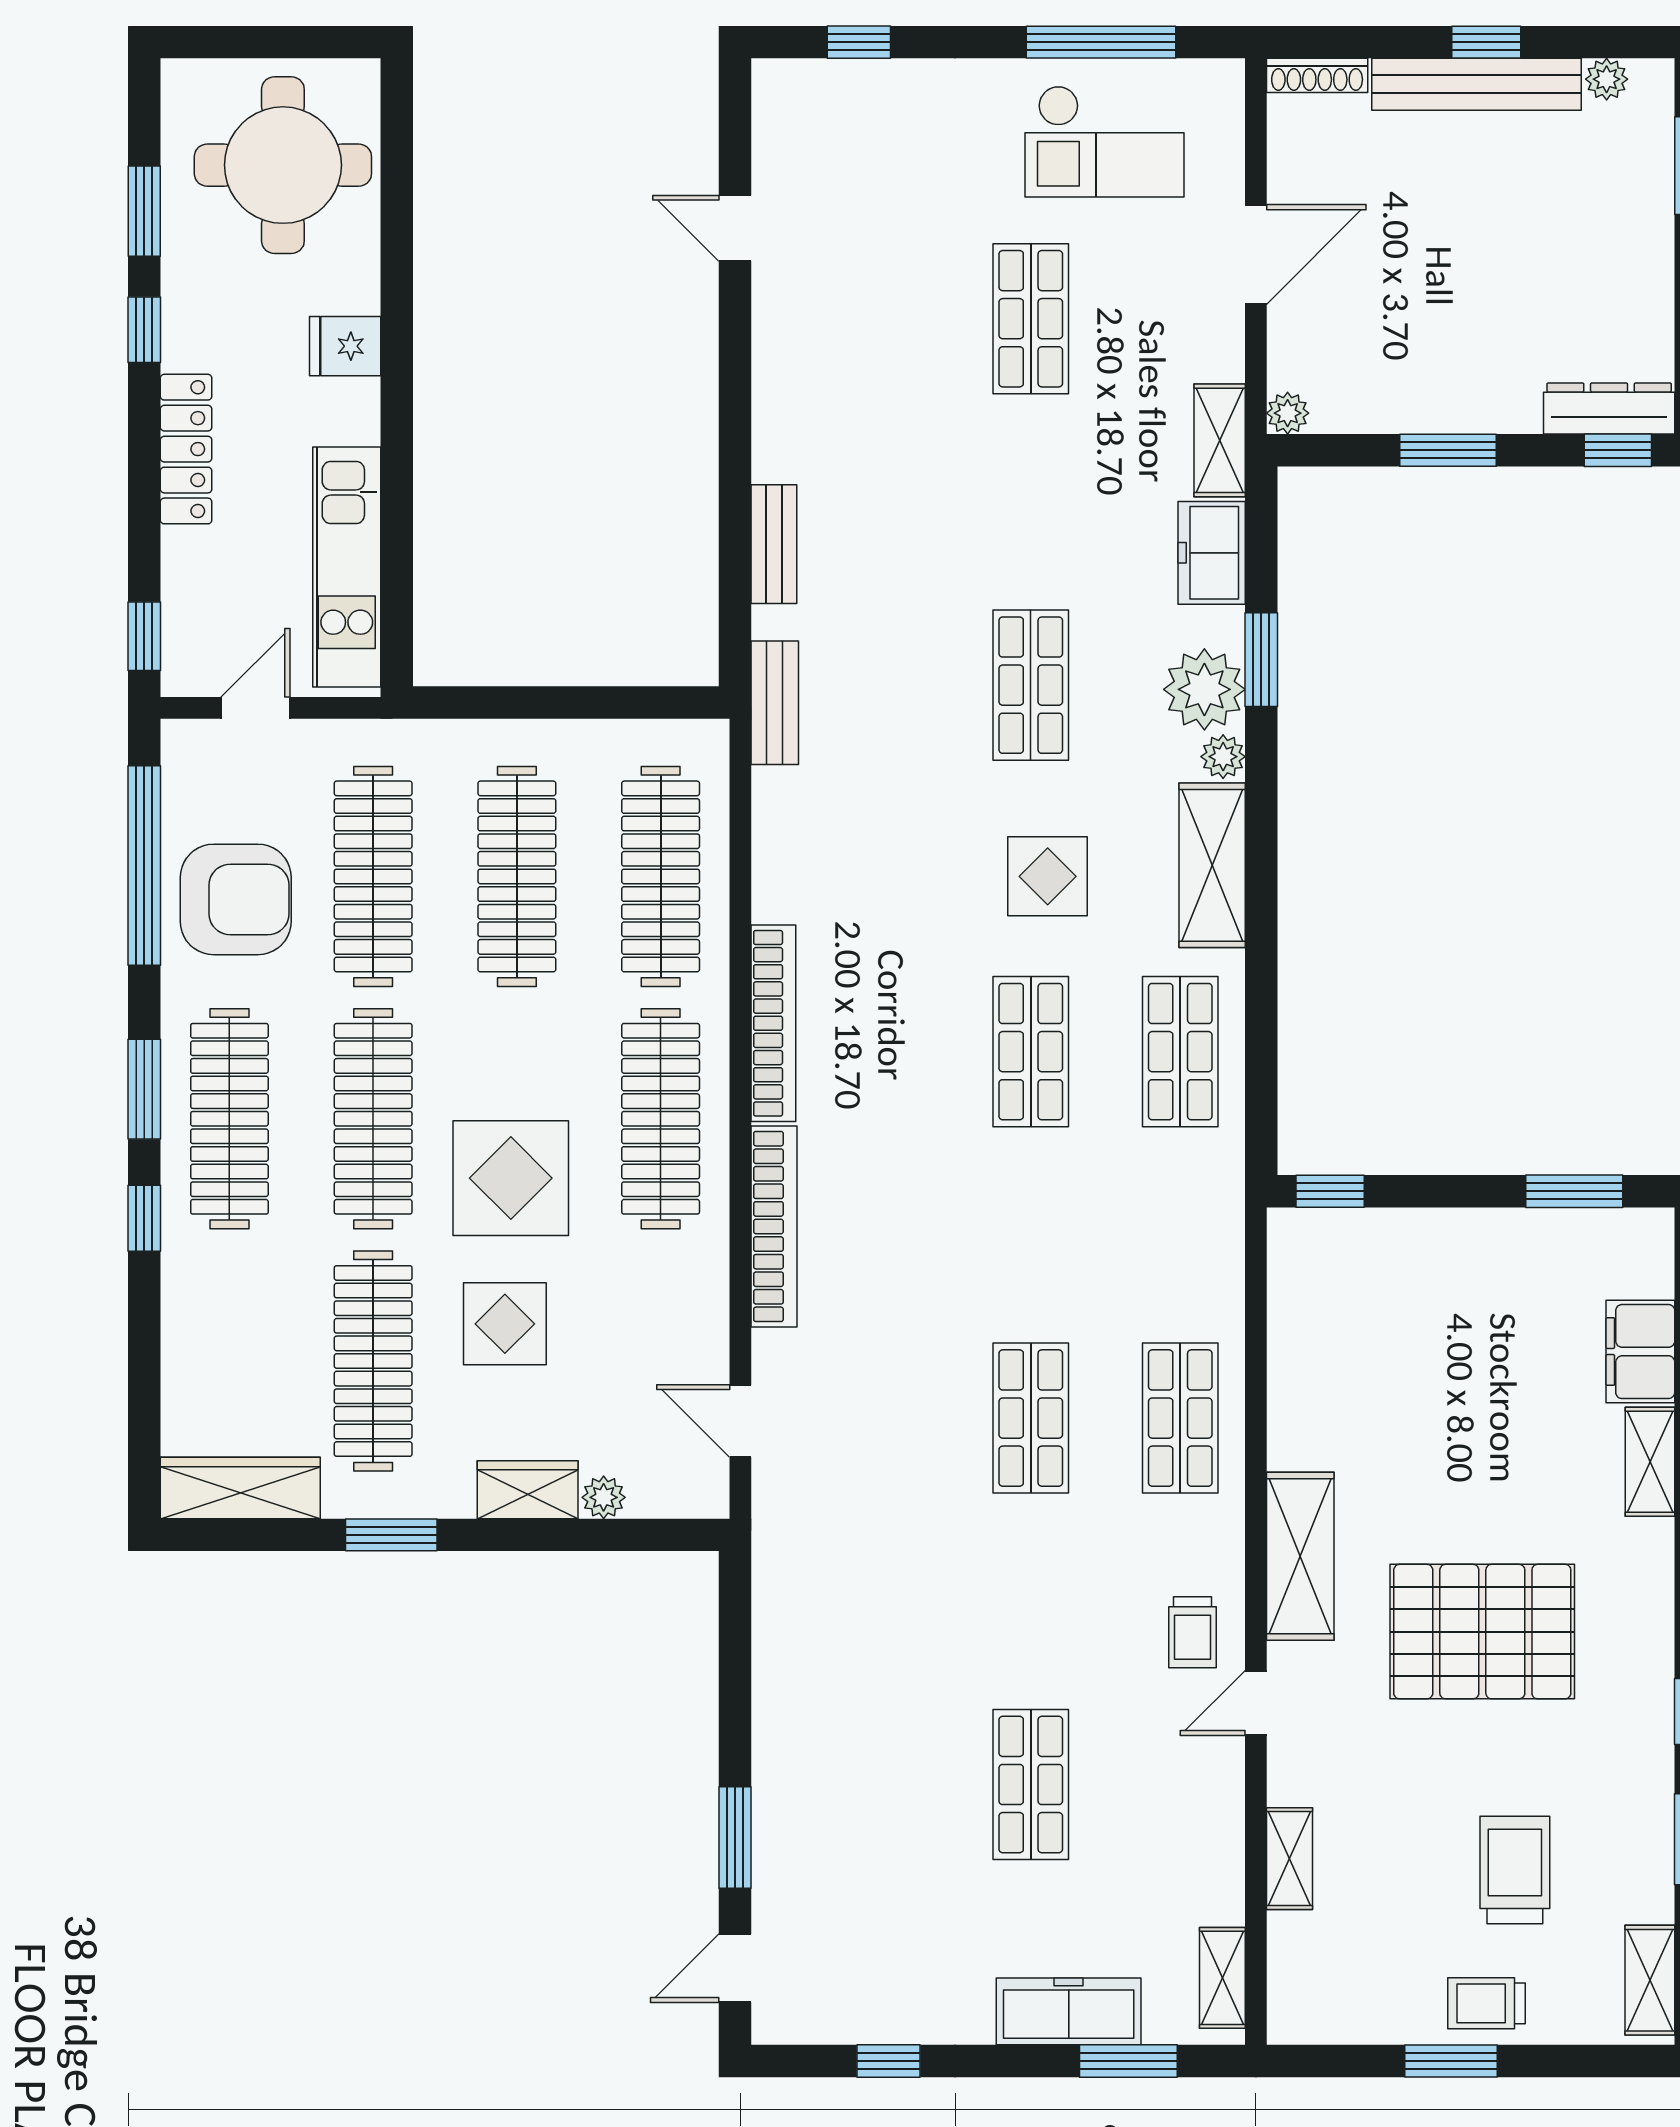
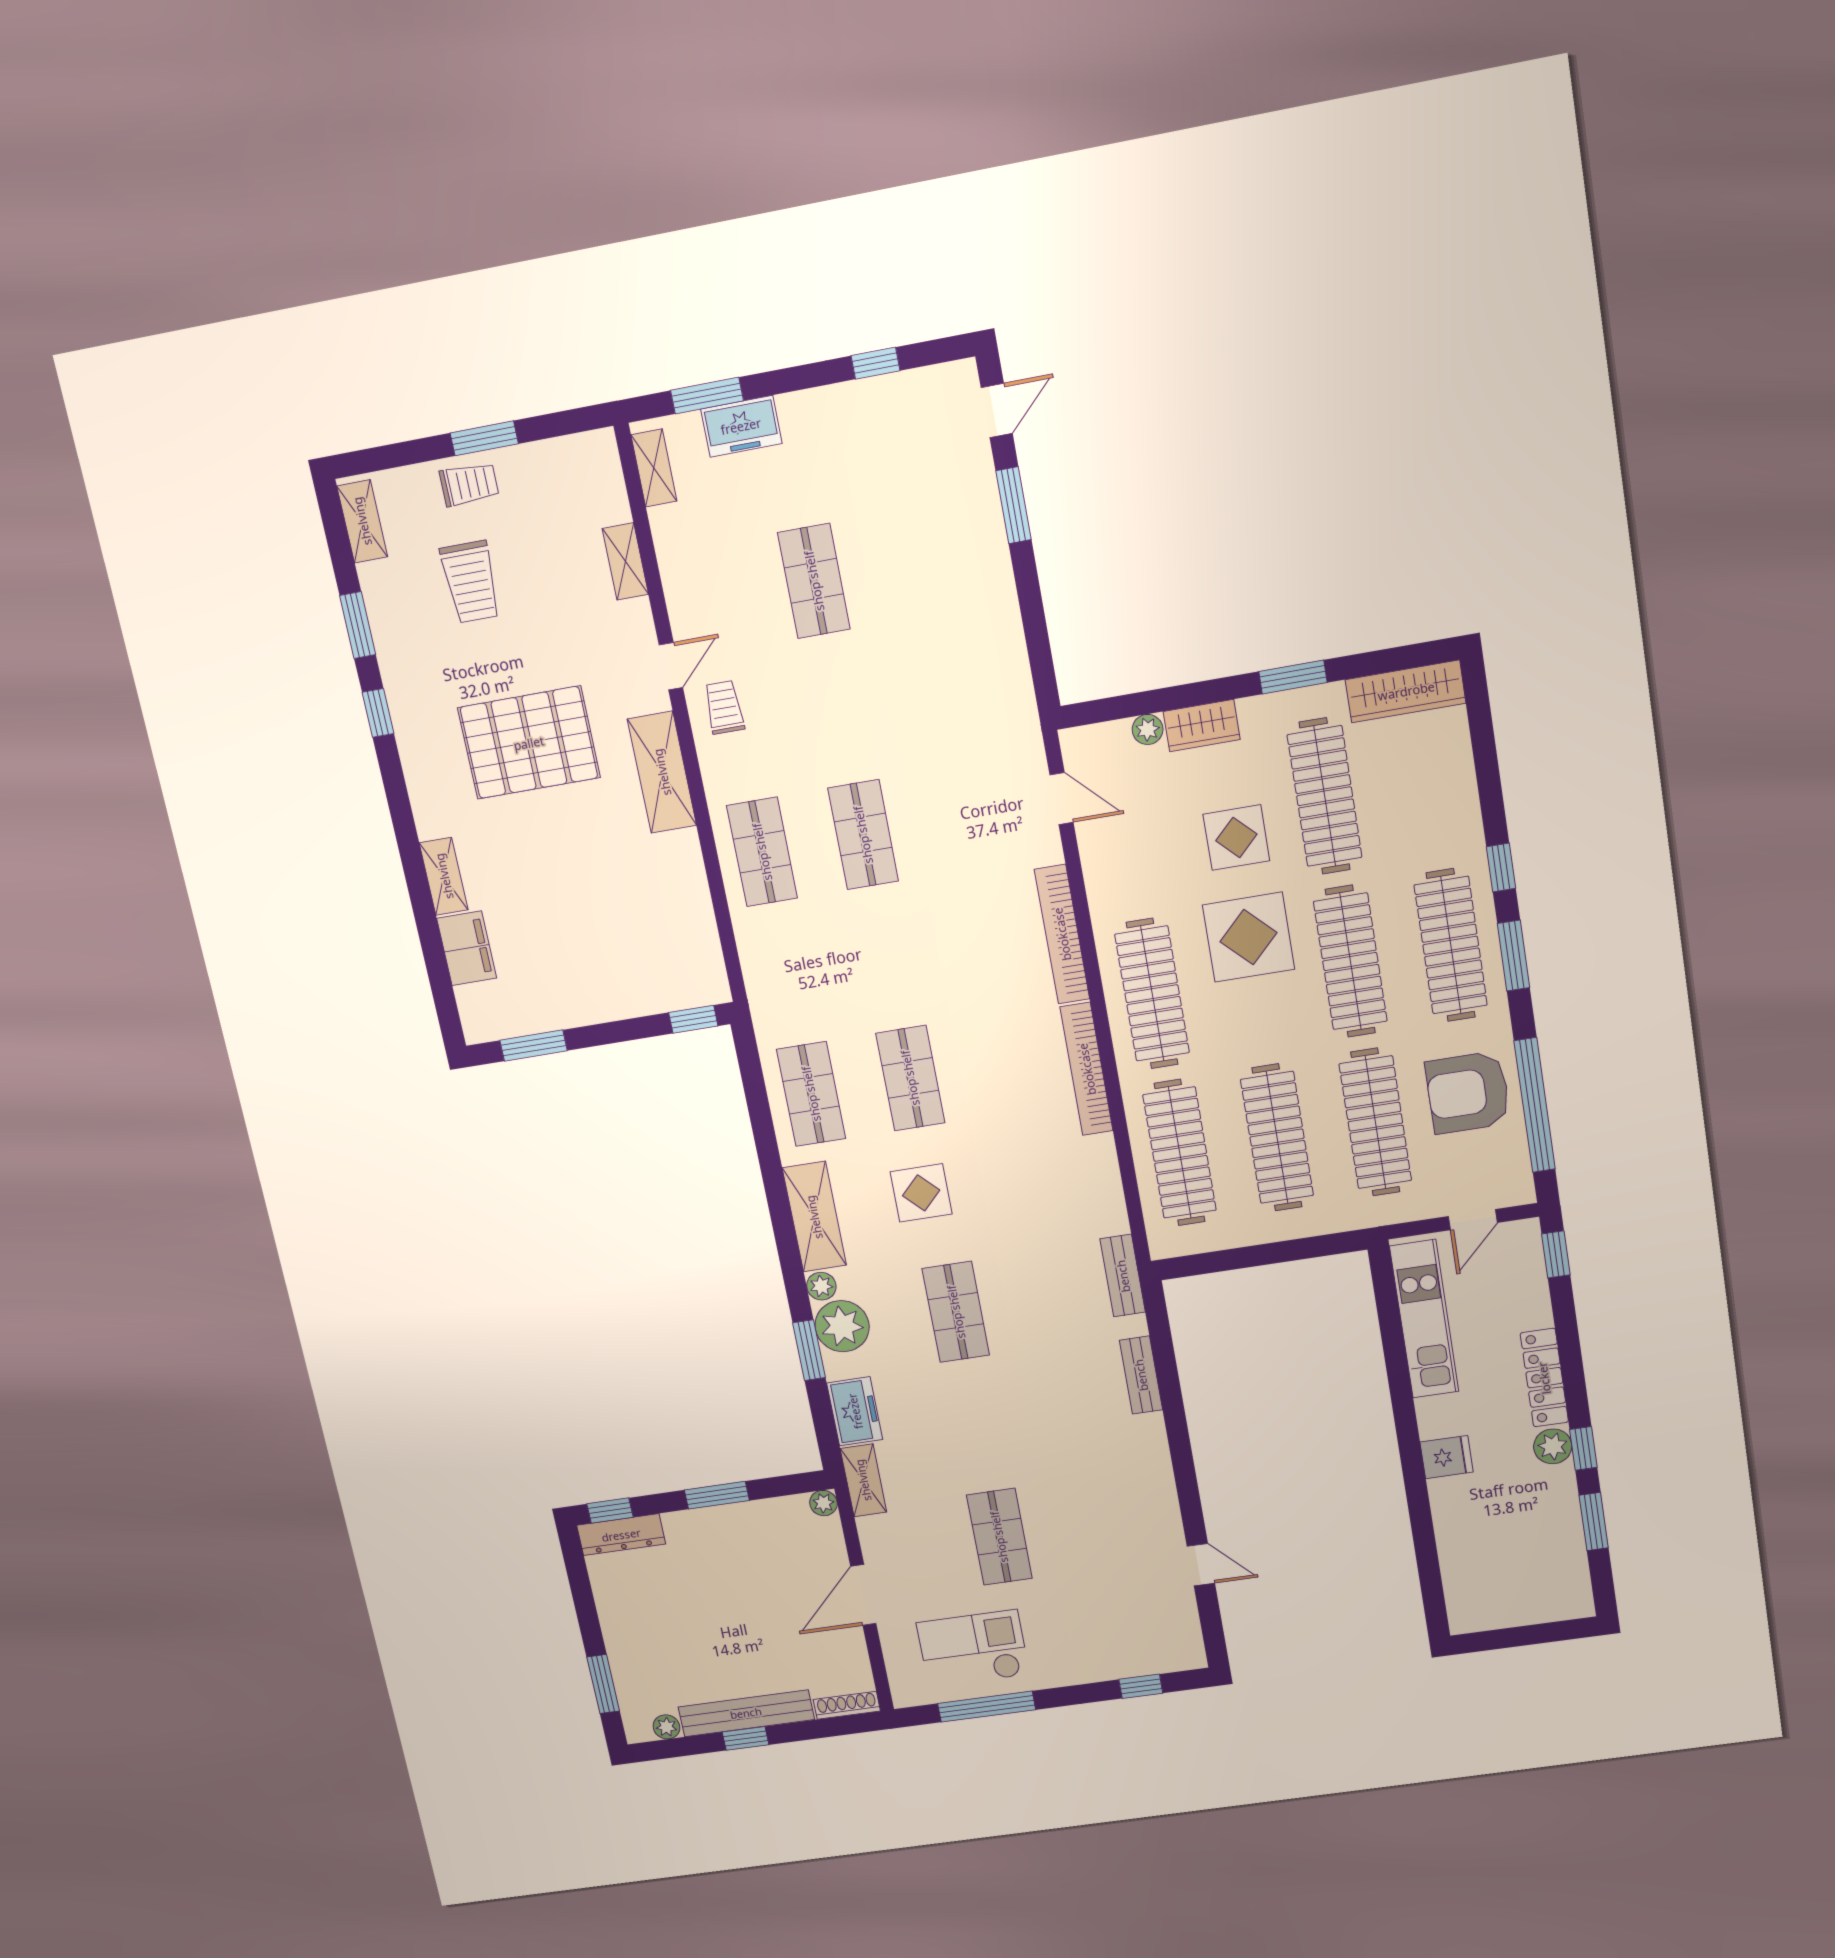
round table: (283, 165) -> (1505, 1562), removed
plant: (188, 340) -> (1553, 1446), added
freezer: (1069, 2011) -> (741, 426), width x0.71

